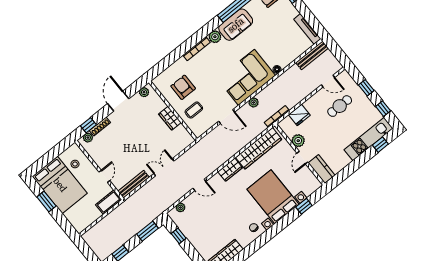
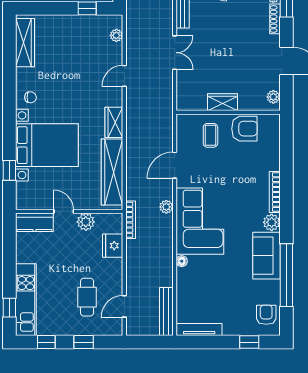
armchair: (183, 87) -> (244, 129), moved

